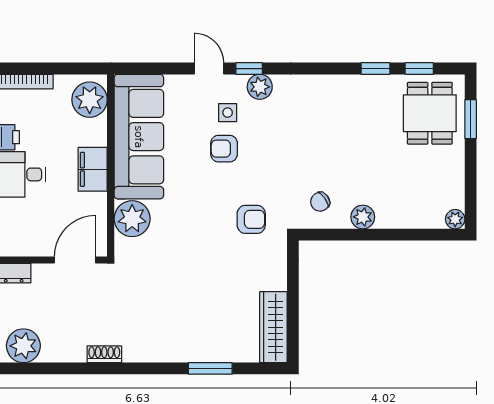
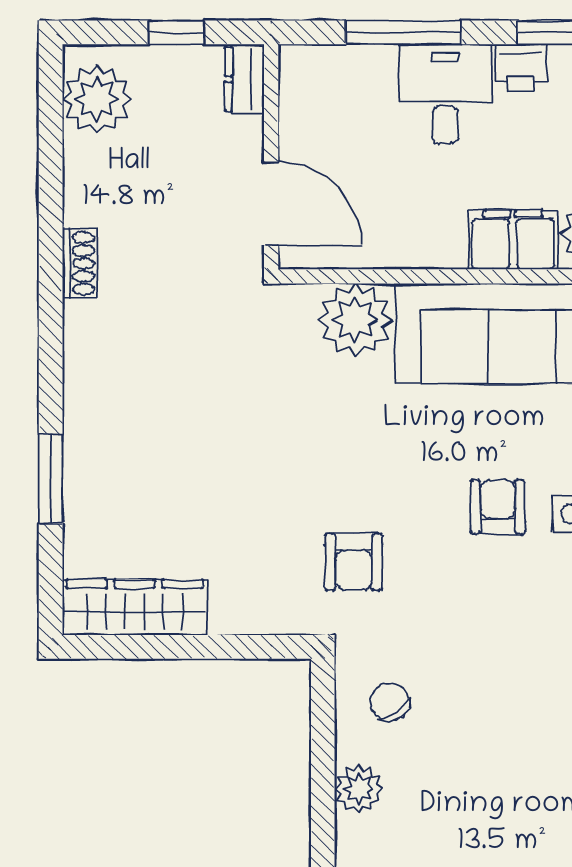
filing cabinet: (93, 169) -> (513, 240), moved

